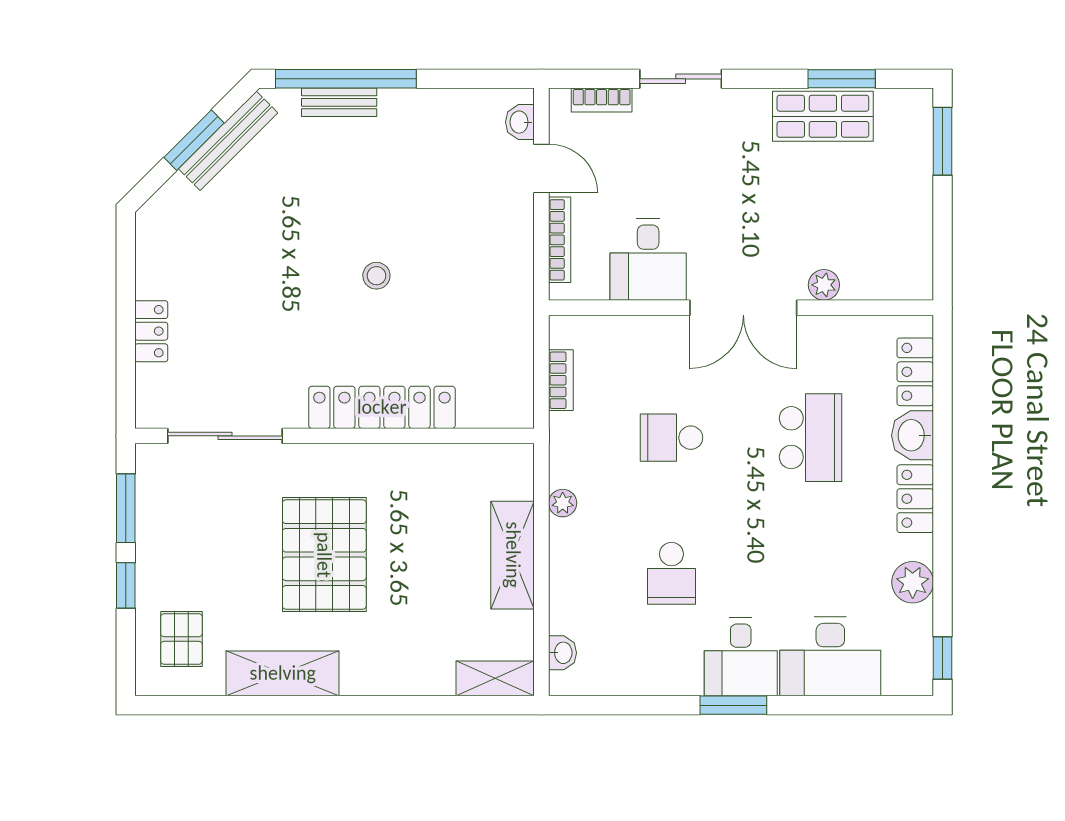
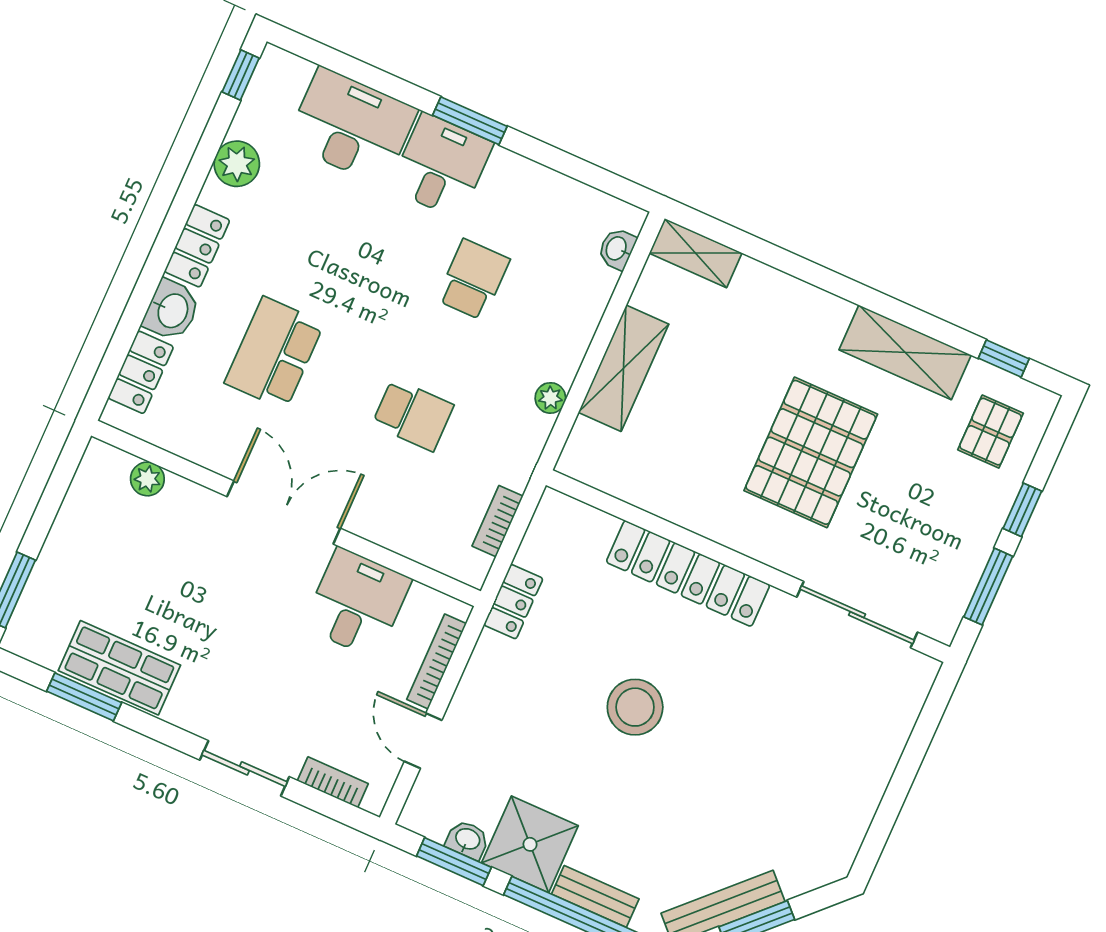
window: (471, 79) -> (454, 862), added
shower: (413, 122) -> (530, 844), added
washbasin: (520, 122) -> (467, 840), moved, turned -90
stool: (376, 276) -> (635, 707), width x1.89, depth x1.89
plant: (824, 285) -> (147, 479), moved
locker: (151, 331) -> (513, 602), moved, turned 180
window: (198, 705) -> (1004, 358), added

